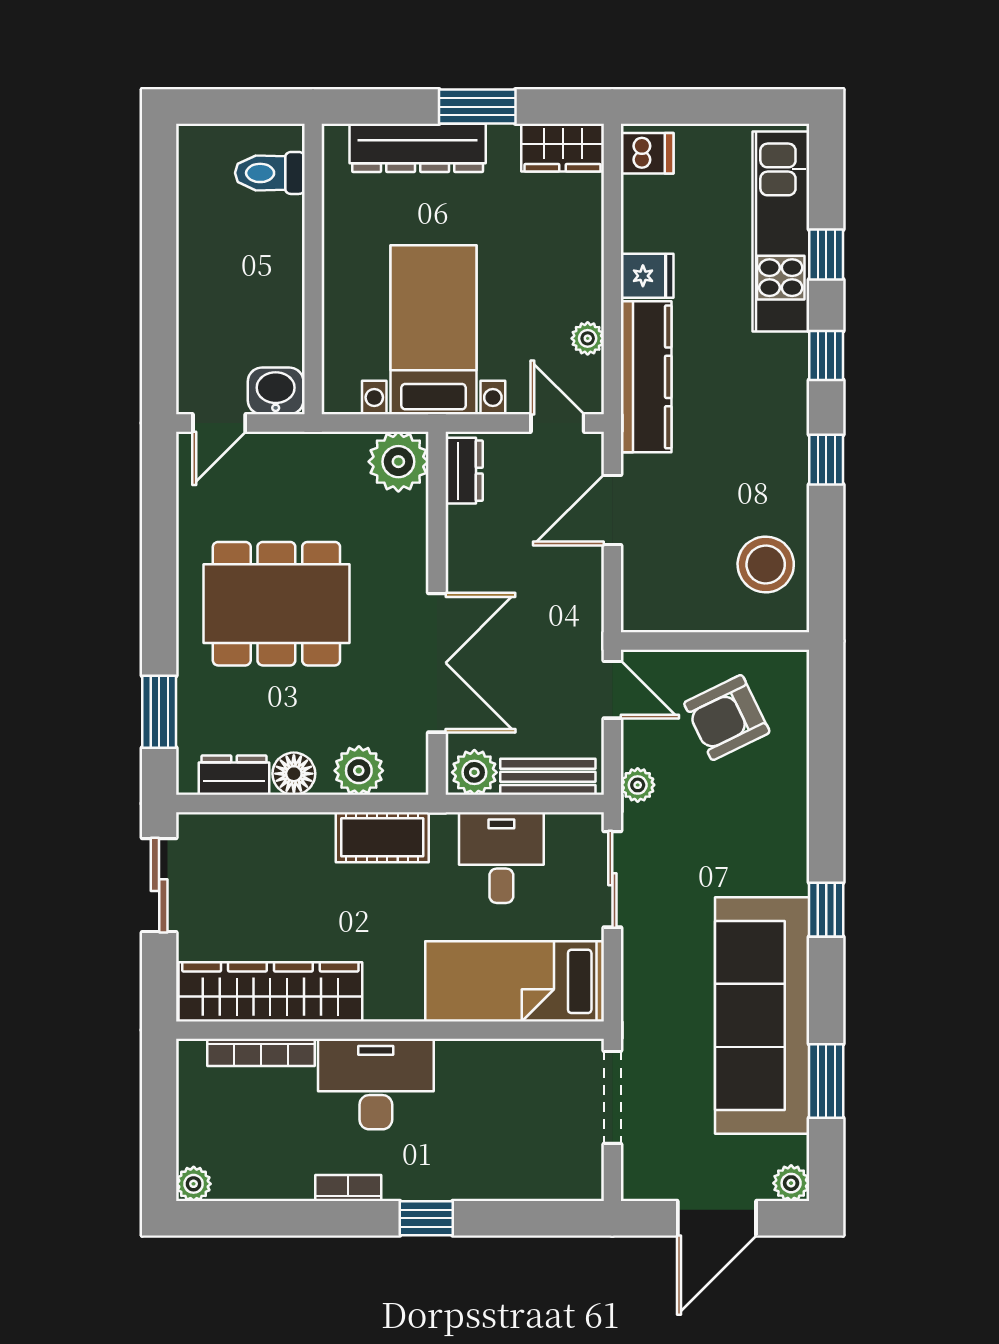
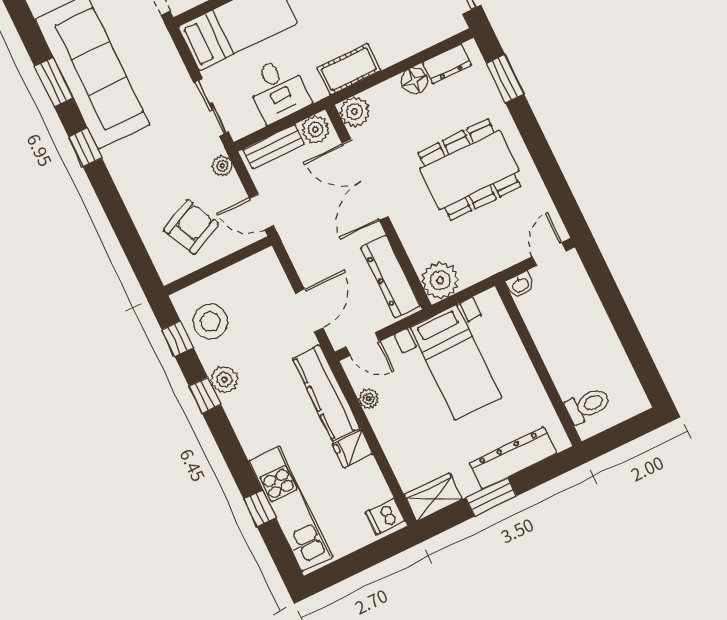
window: (826, 356) -> (178, 338), moved
washbasin: (276, 391) -> (520, 285), width x0.72, depth x0.69
plant: (786, 469) -> (224, 379), added
dresser: (464, 471) -> (391, 277), width x1.96, depth x1.24
plant: (359, 771) -> (355, 112), moved
window: (826, 1081) -> (54, 82), moved

